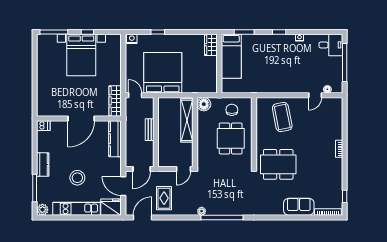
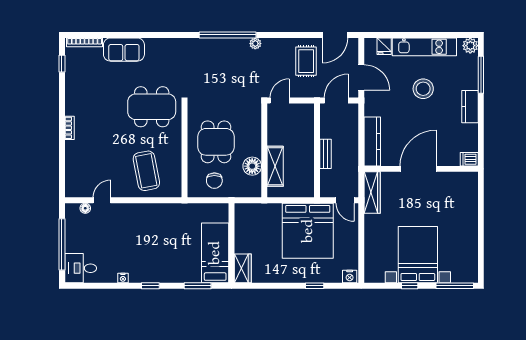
floor lamp: (204, 104) -> (252, 166), moved
shelving: (187, 120) -> (275, 166), width x0.68
fridge: (111, 207) -> (384, 46), width x0.53, depth x0.75

